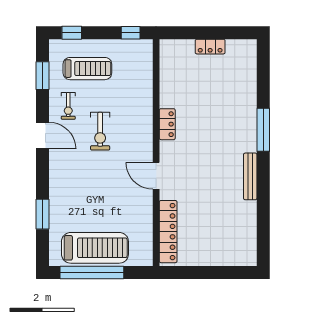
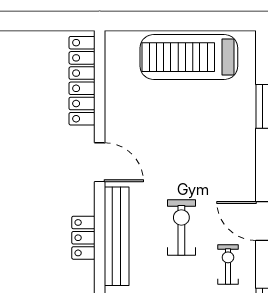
bench: (144, 125) -> (117, 236), added
window: (92, 272) -> (193, 21), removed

